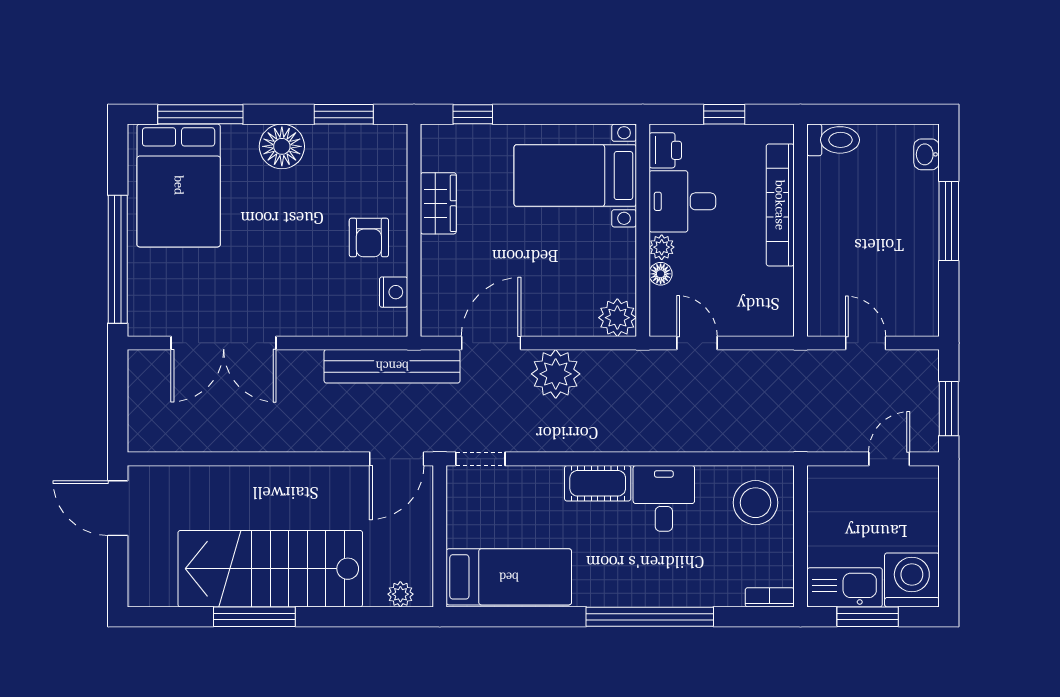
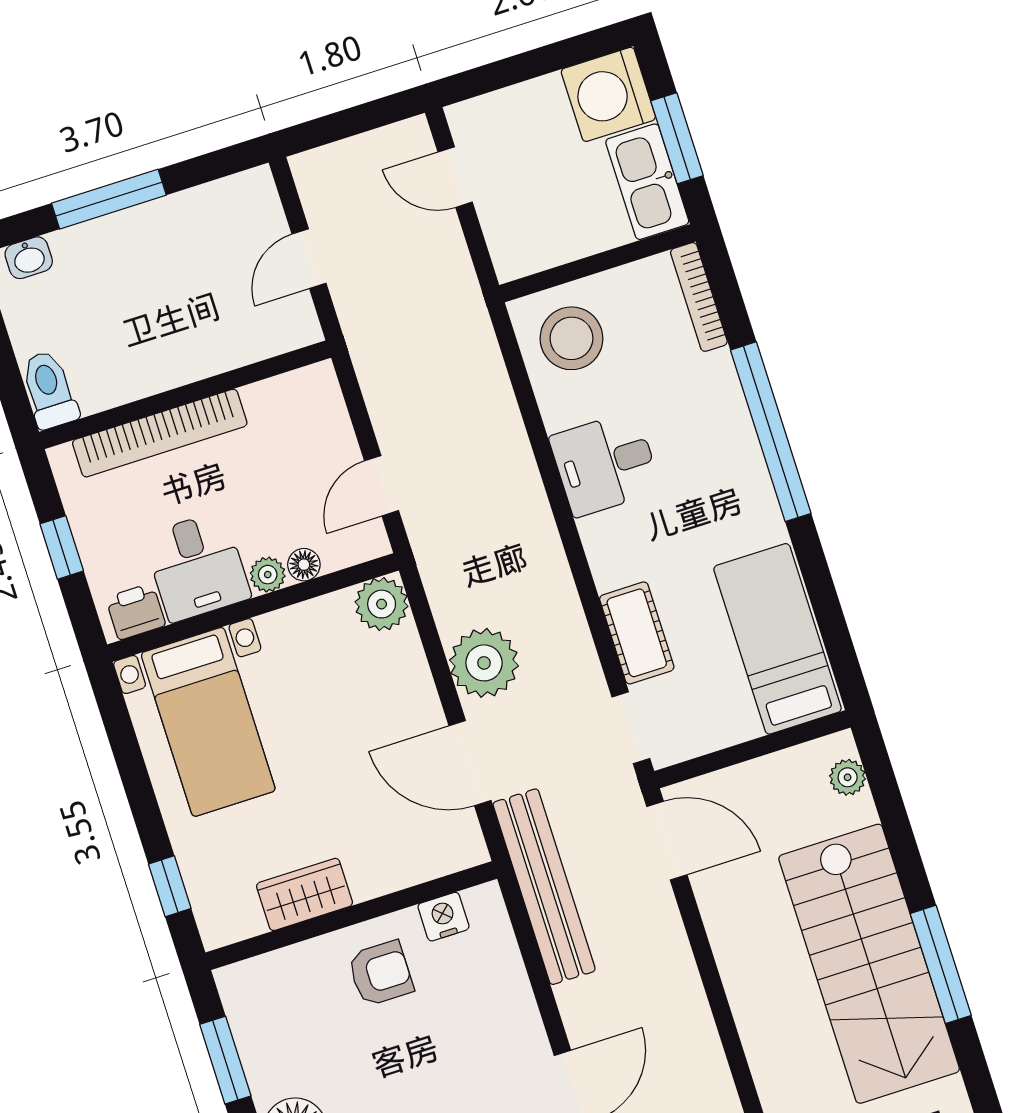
window: (949, 409) -> (362, 118), removed
cot: (598, 483) -> (637, 633), moved
bookcase: (770, 597) -> (699, 297), width x1.56

